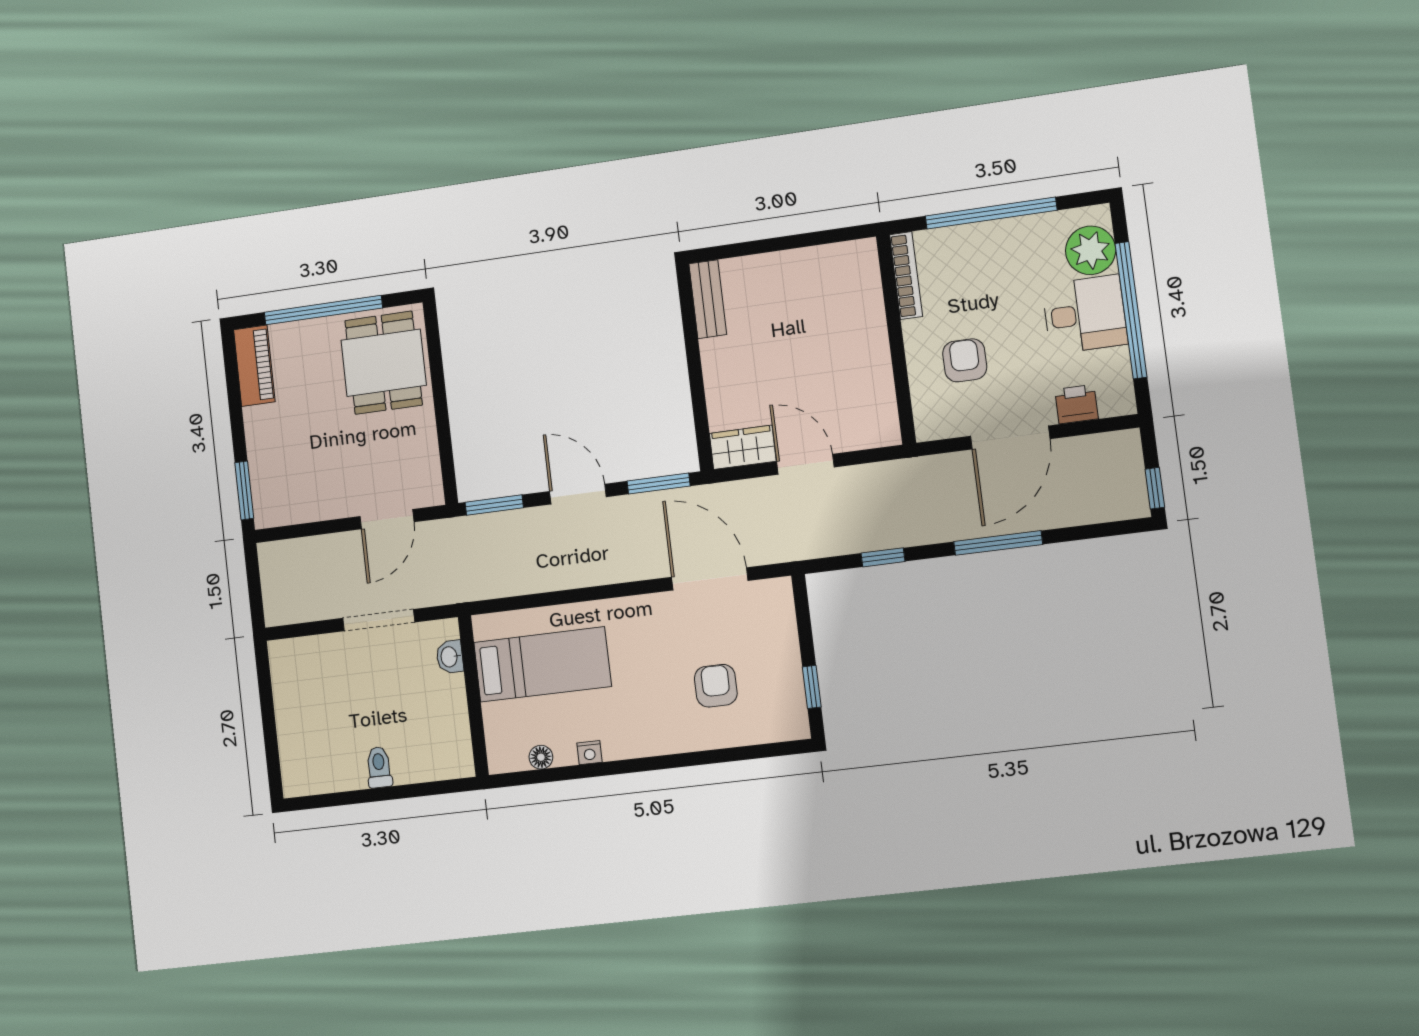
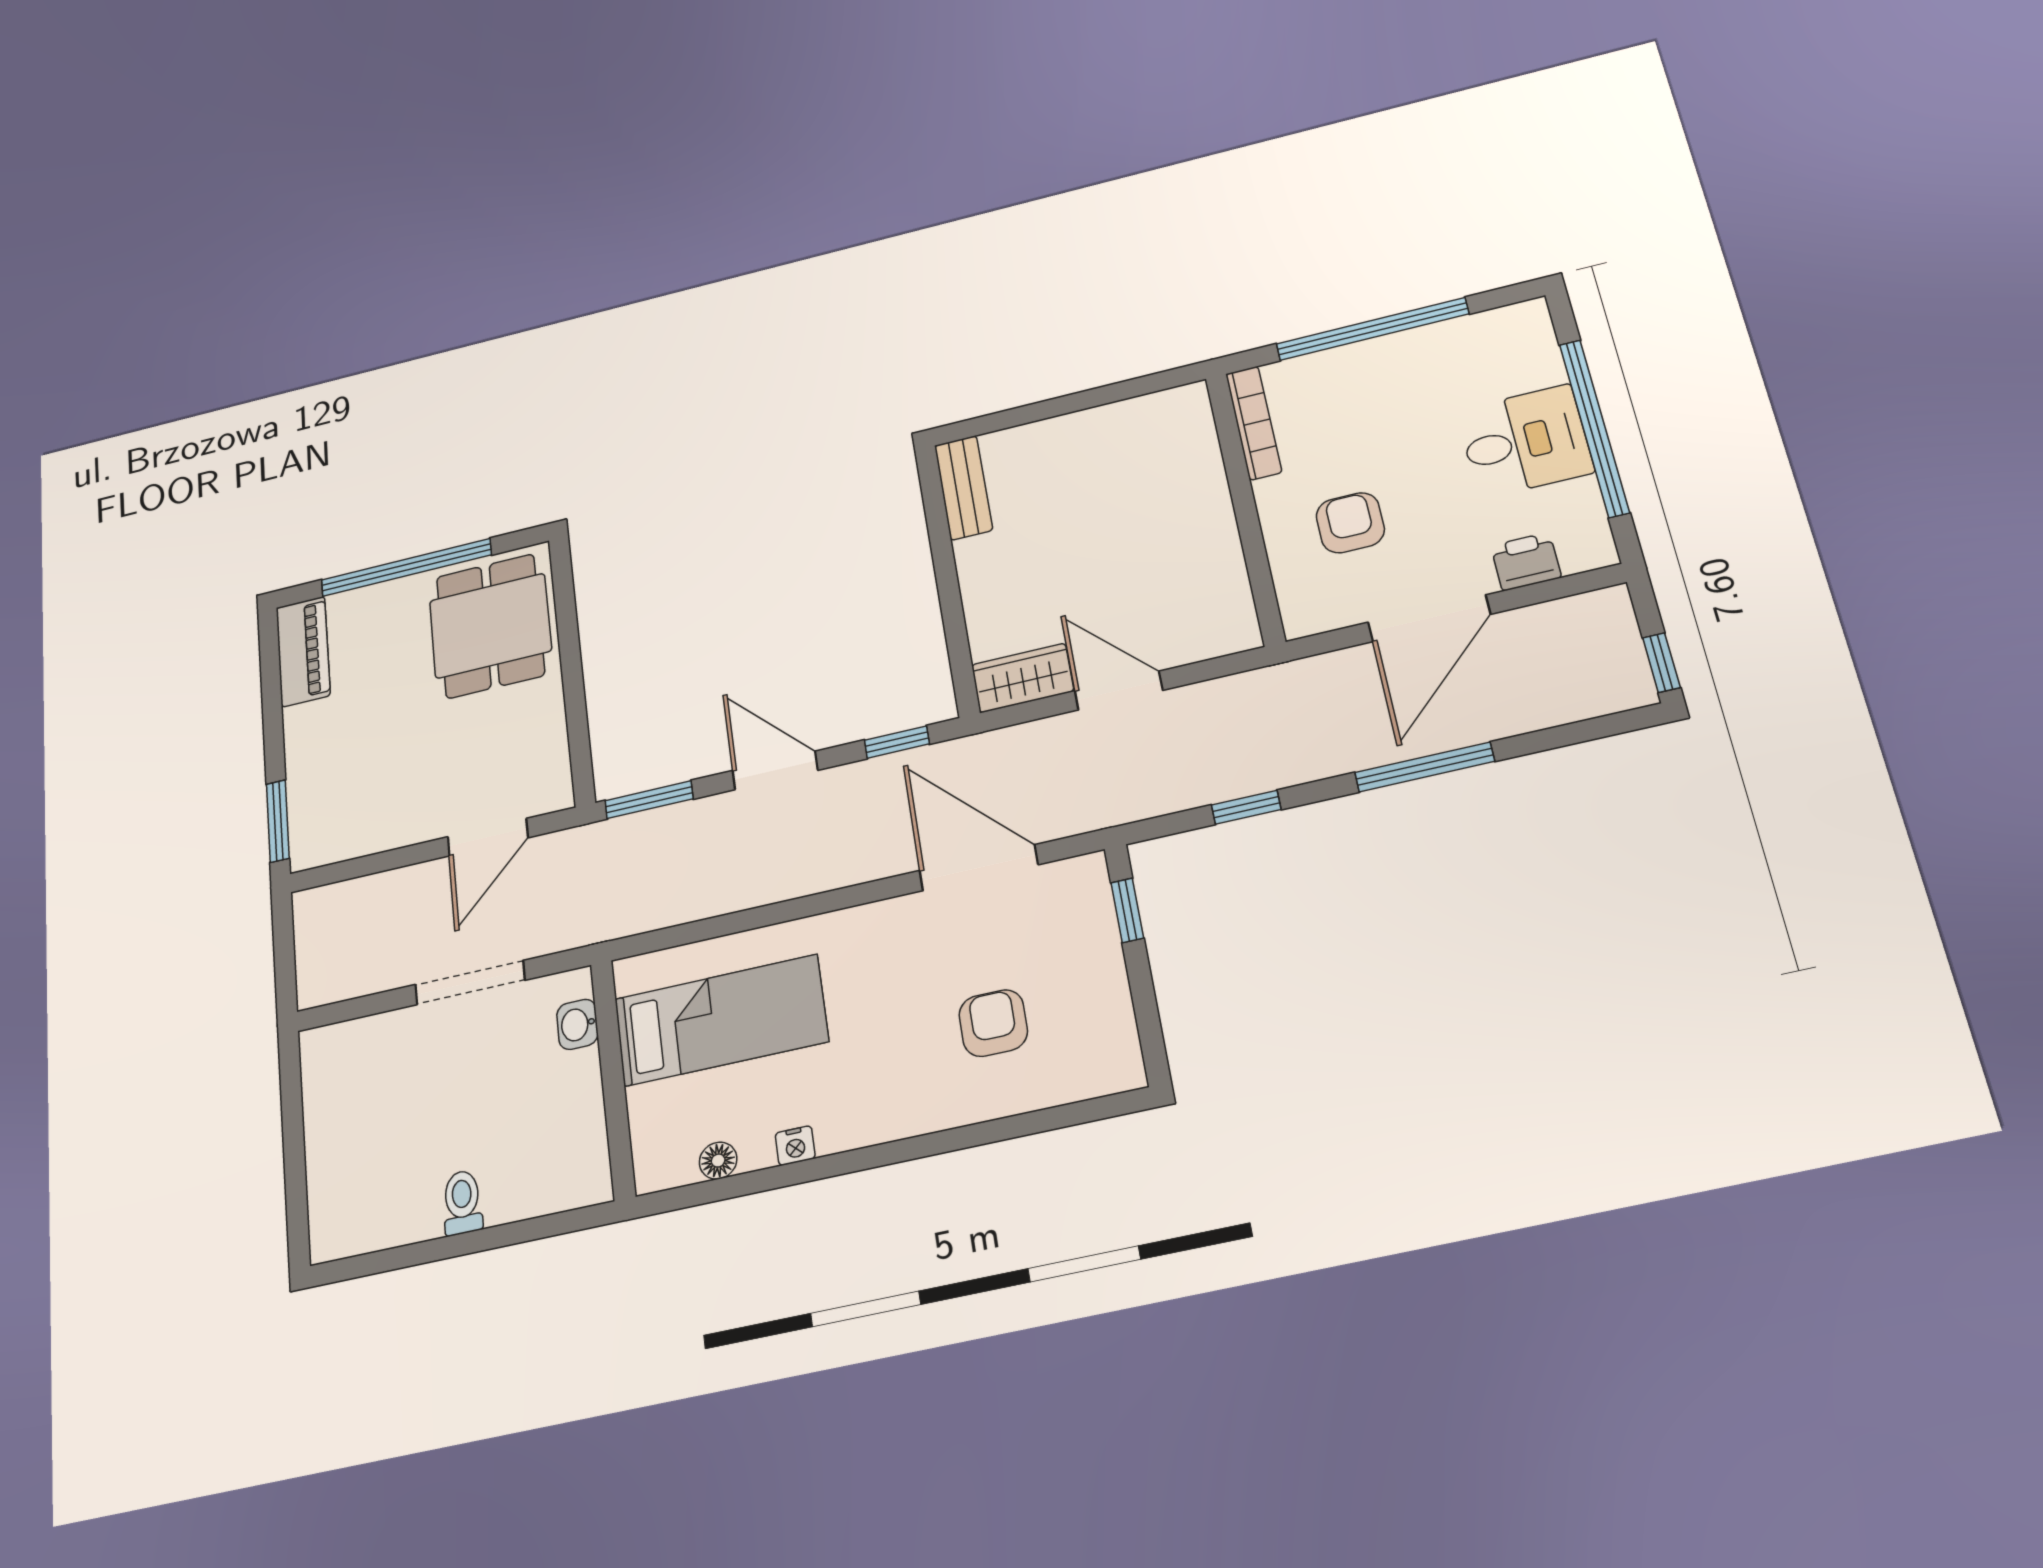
plant: (1091, 250) -> (1524, 358), removed
window: (659, 484) -> (897, 742), width x0.67
window: (812, 687) -> (1127, 910), moved

